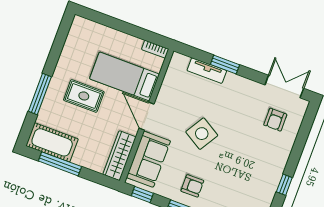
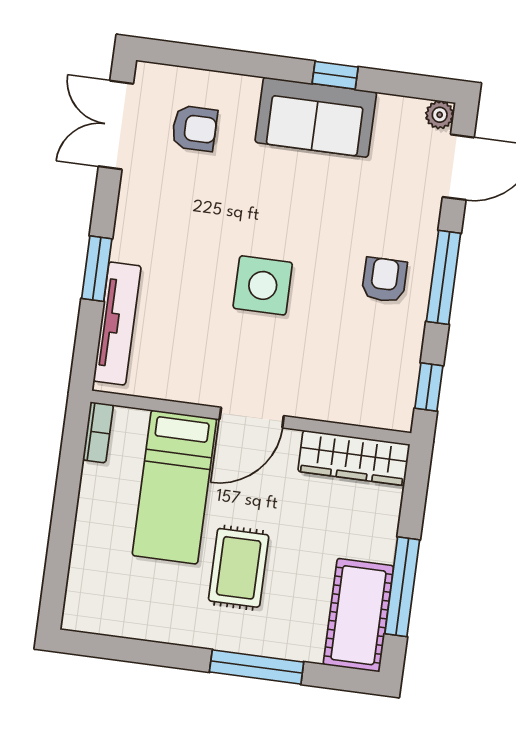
tv unit: (207, 71) -> (117, 323), width x1.41
side table: (202, 134) -> (263, 285), turned -31
sofa: (148, 159) -> (316, 117), moved, turned 180

